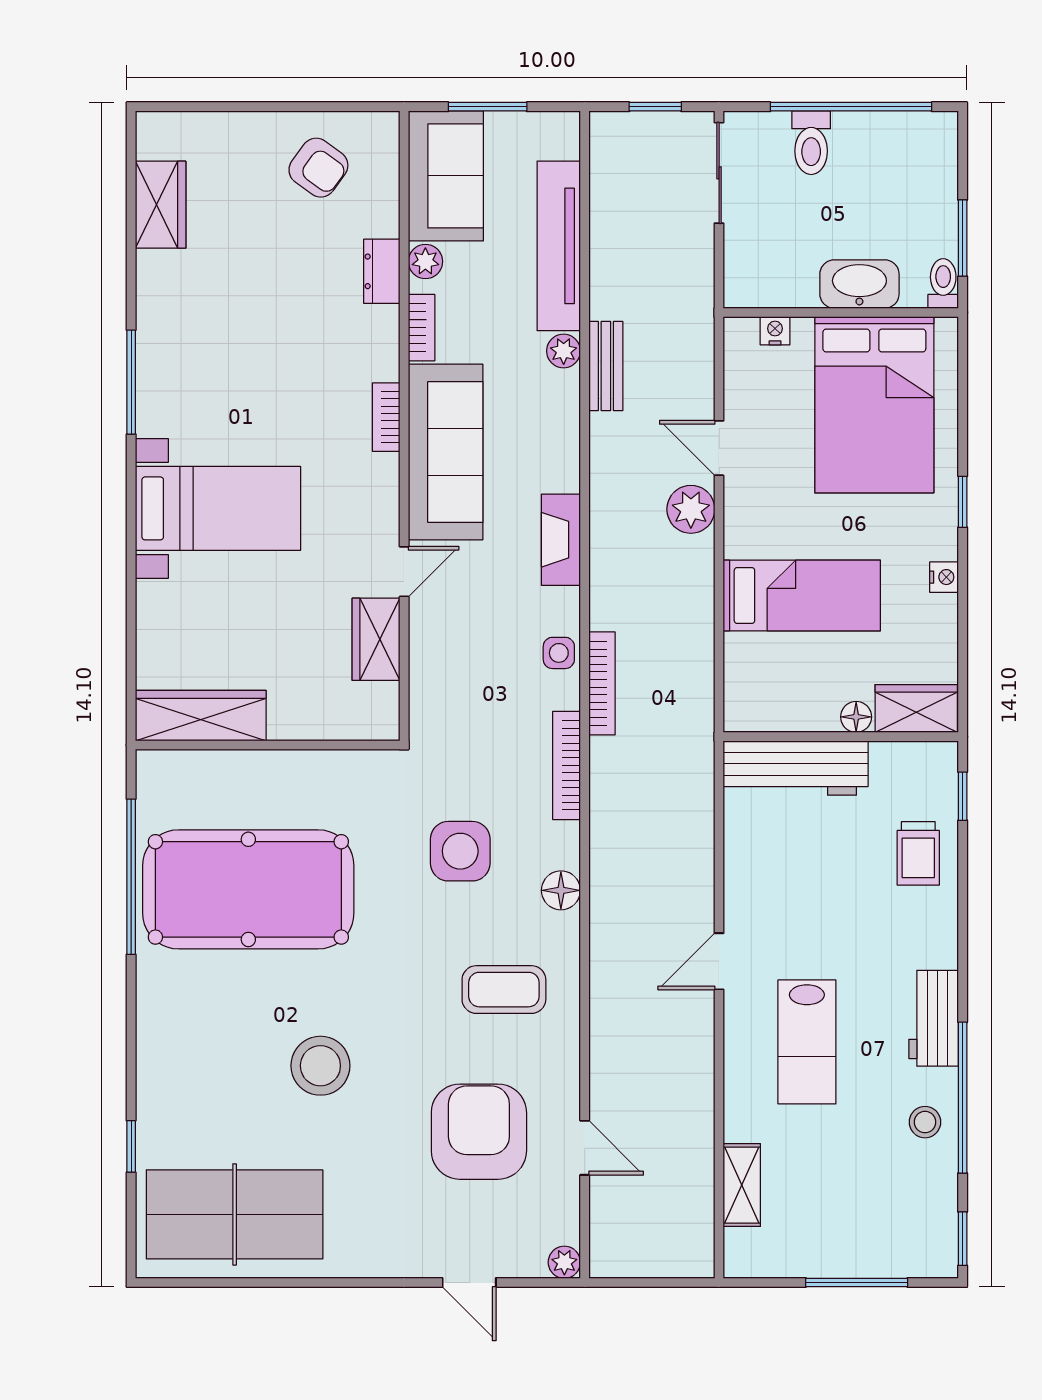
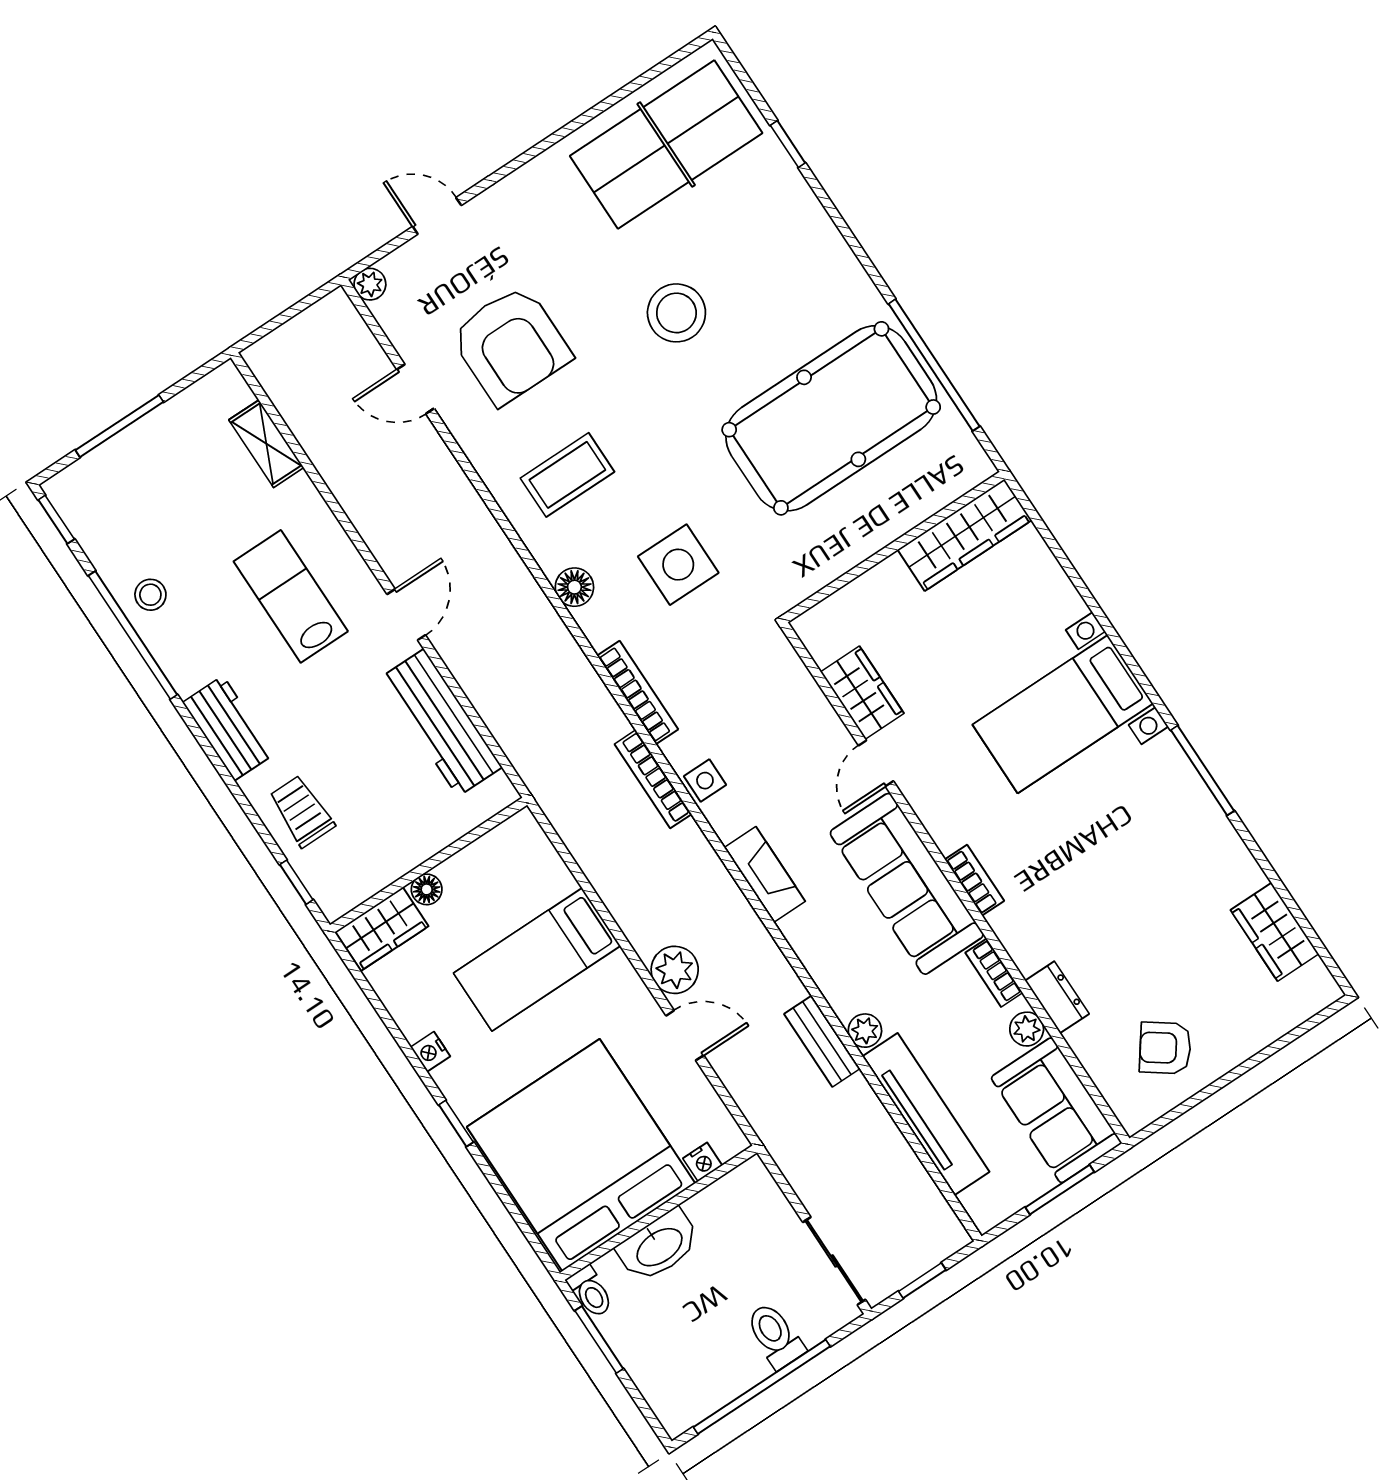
bed: (874, 405) -> (581, 1155), width x1.36
workbench: (796, 768) -> (441, 723), moved, turned -90
workbench: (934, 1018) -> (229, 728), moved

